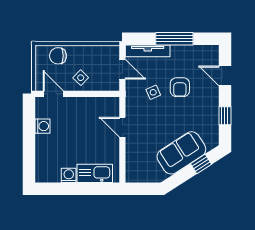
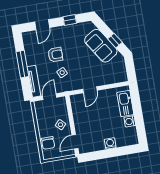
washing machine: (42, 126) -> (110, 143), moved
window: (201, 164) -> (115, 41), moved

